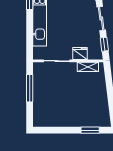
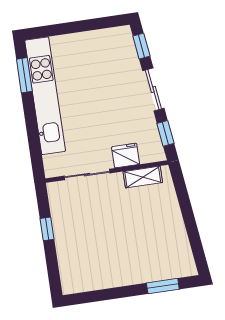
window: (30, 88) -> (47, 229), width x0.46

